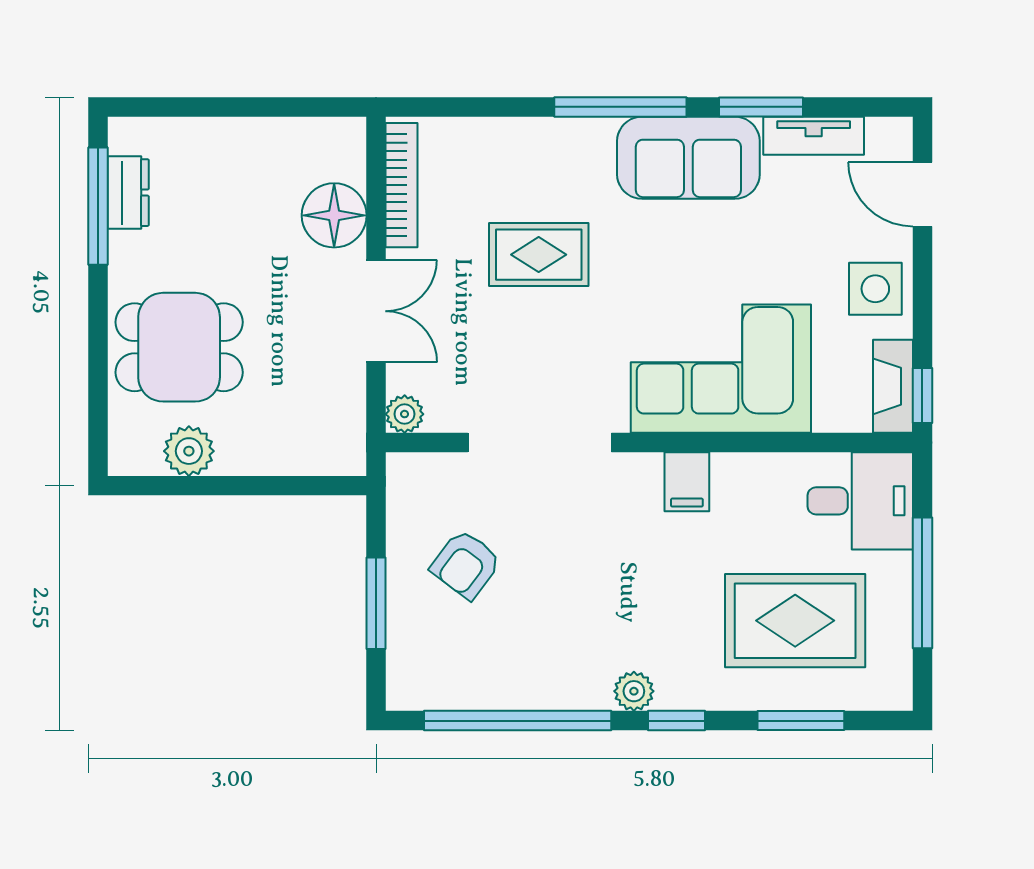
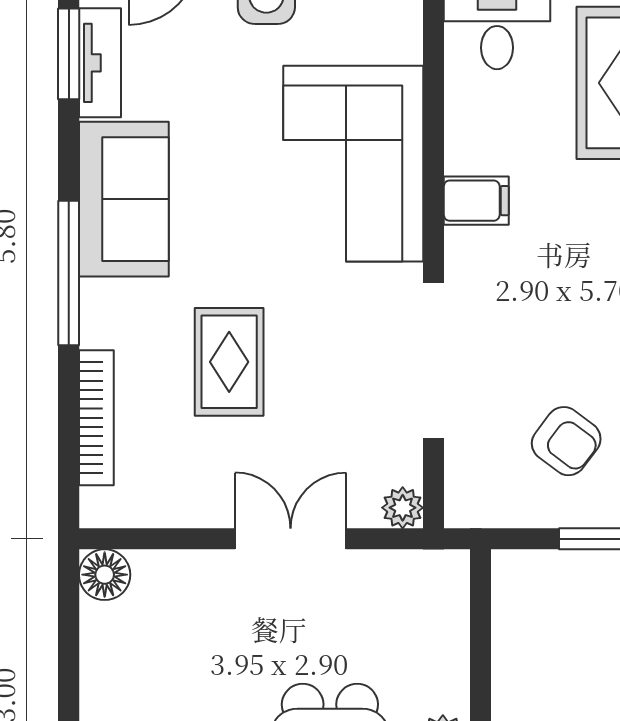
window: (761, 107) -> (69, 54), moved
bookcase: (402, 185) -> (96, 418), moved, turned 90
floor lamp: (334, 215) -> (105, 575), moved, width x0.73, depth x0.73

